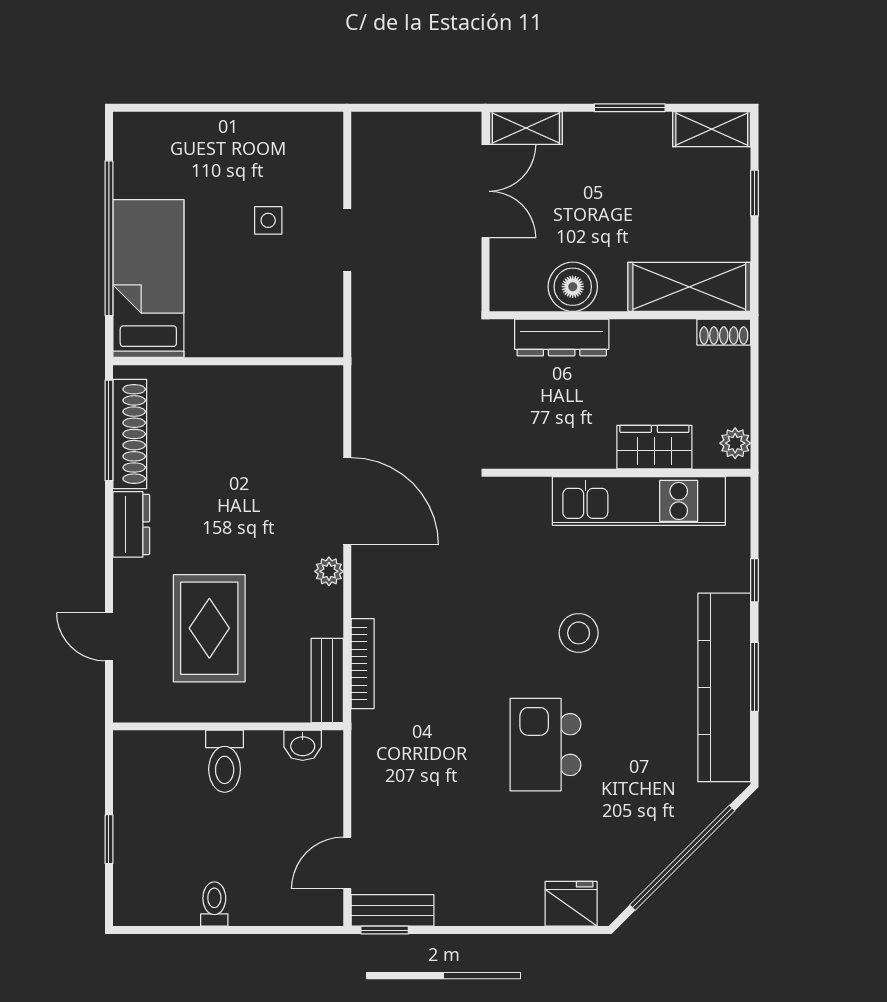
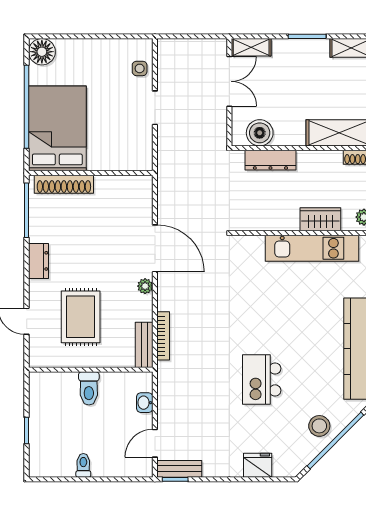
floor lamp: (137, 136) -> (42, 52), added
side table: (268, 220) -> (140, 68), moved
bed: (148, 278) -> (57, 128), width x1.50
boiler: (573, 287) -> (260, 133), moved
shoe rack: (130, 434) -> (64, 184), moved, turned 90
stool: (579, 633) -> (319, 426), moved
washbasin: (303, 745) -> (145, 403), moved, turned 90
fridge: (571, 904) -> (258, 465), moved

